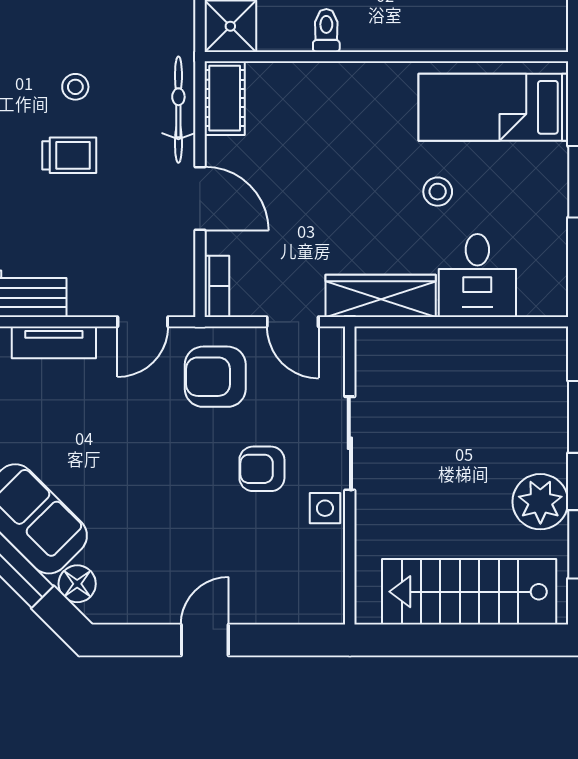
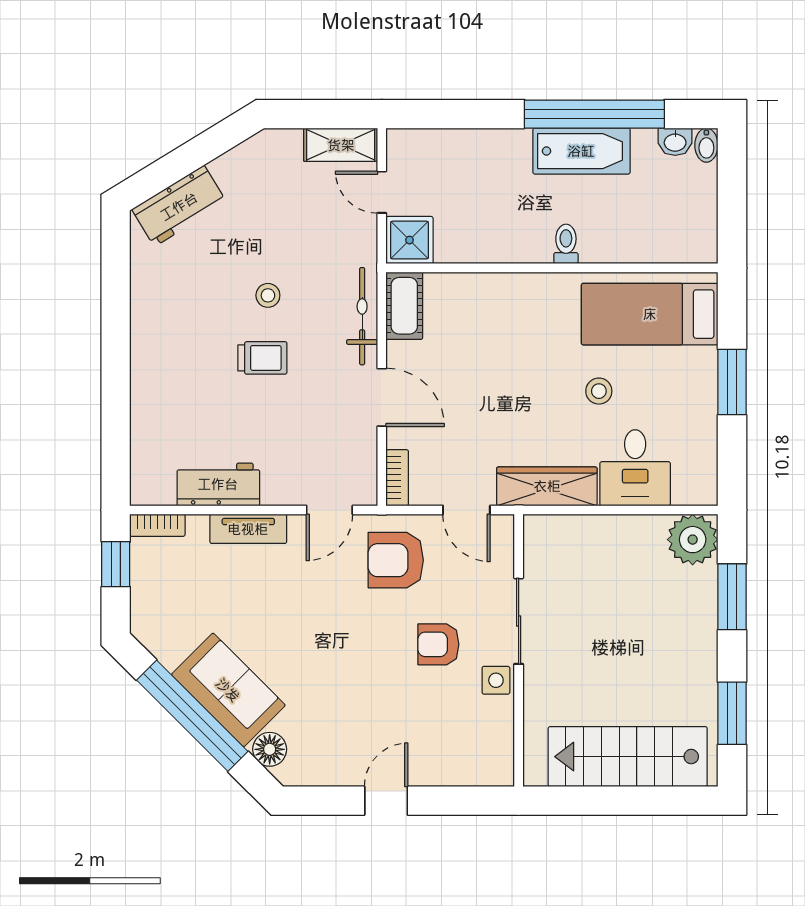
toilet: (326, 30) -> (566, 244), moved
plant: (540, 502) -> (693, 540), moved

